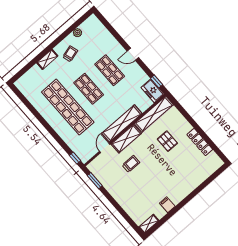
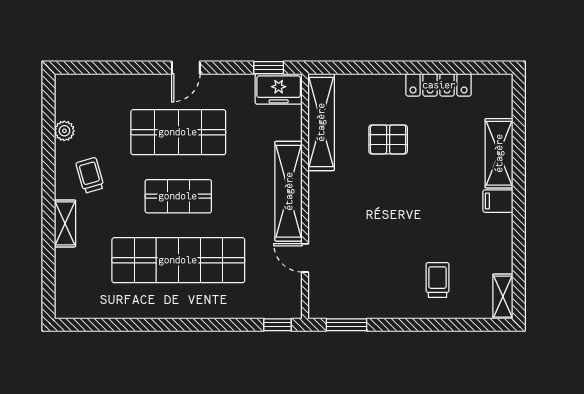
shop shelf: (110, 70) -> (178, 132), width x1.43, depth x1.36
shelving: (126, 139) -> (499, 153), moved
trolley: (131, 164) -> (437, 280), moved
filing cabinet: (167, 205) -> (498, 201), moved

